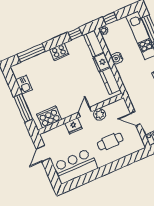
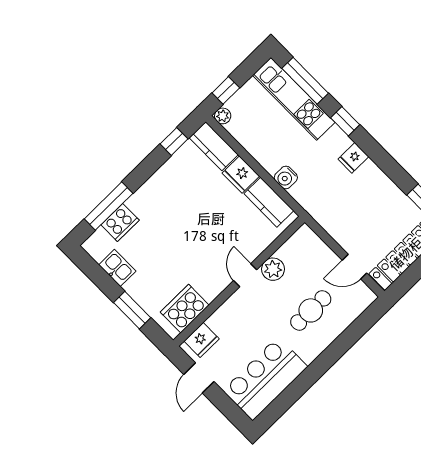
cooker: (59, 52) -> (120, 223), moved
water cooler: (117, 58) -> (286, 177), moved
window: (23, 108) -> (132, 310), width x0.69
door: (135, 119) -> (354, 267), moved
fridge: (74, 126) -> (202, 340), moved

